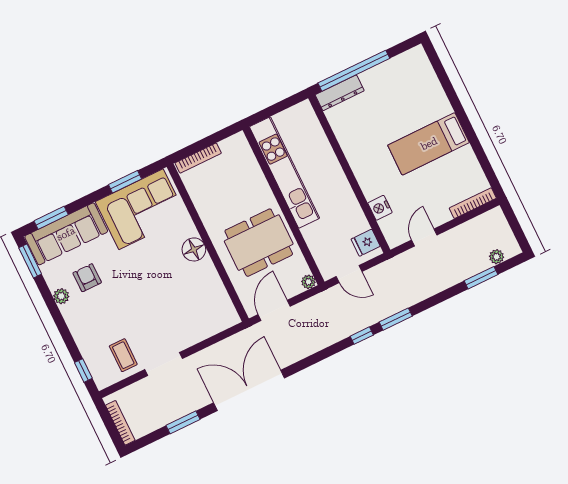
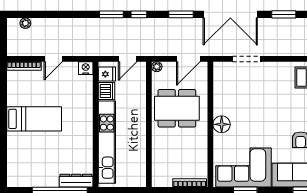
kitchen unit: (285, 172) -> (107, 142), moved, turned 180
nightstand: (380, 208) -> (86, 68), moved, turned -90
dishwasher: (356, 222) -> (106, 91), added
door: (424, 238) -> (53, 59), moved
door: (349, 274) -> (128, 59), swing flipped
window: (481, 278) -> (181, 14), moved
doorway: (164, 364) -> (247, 59), moved

